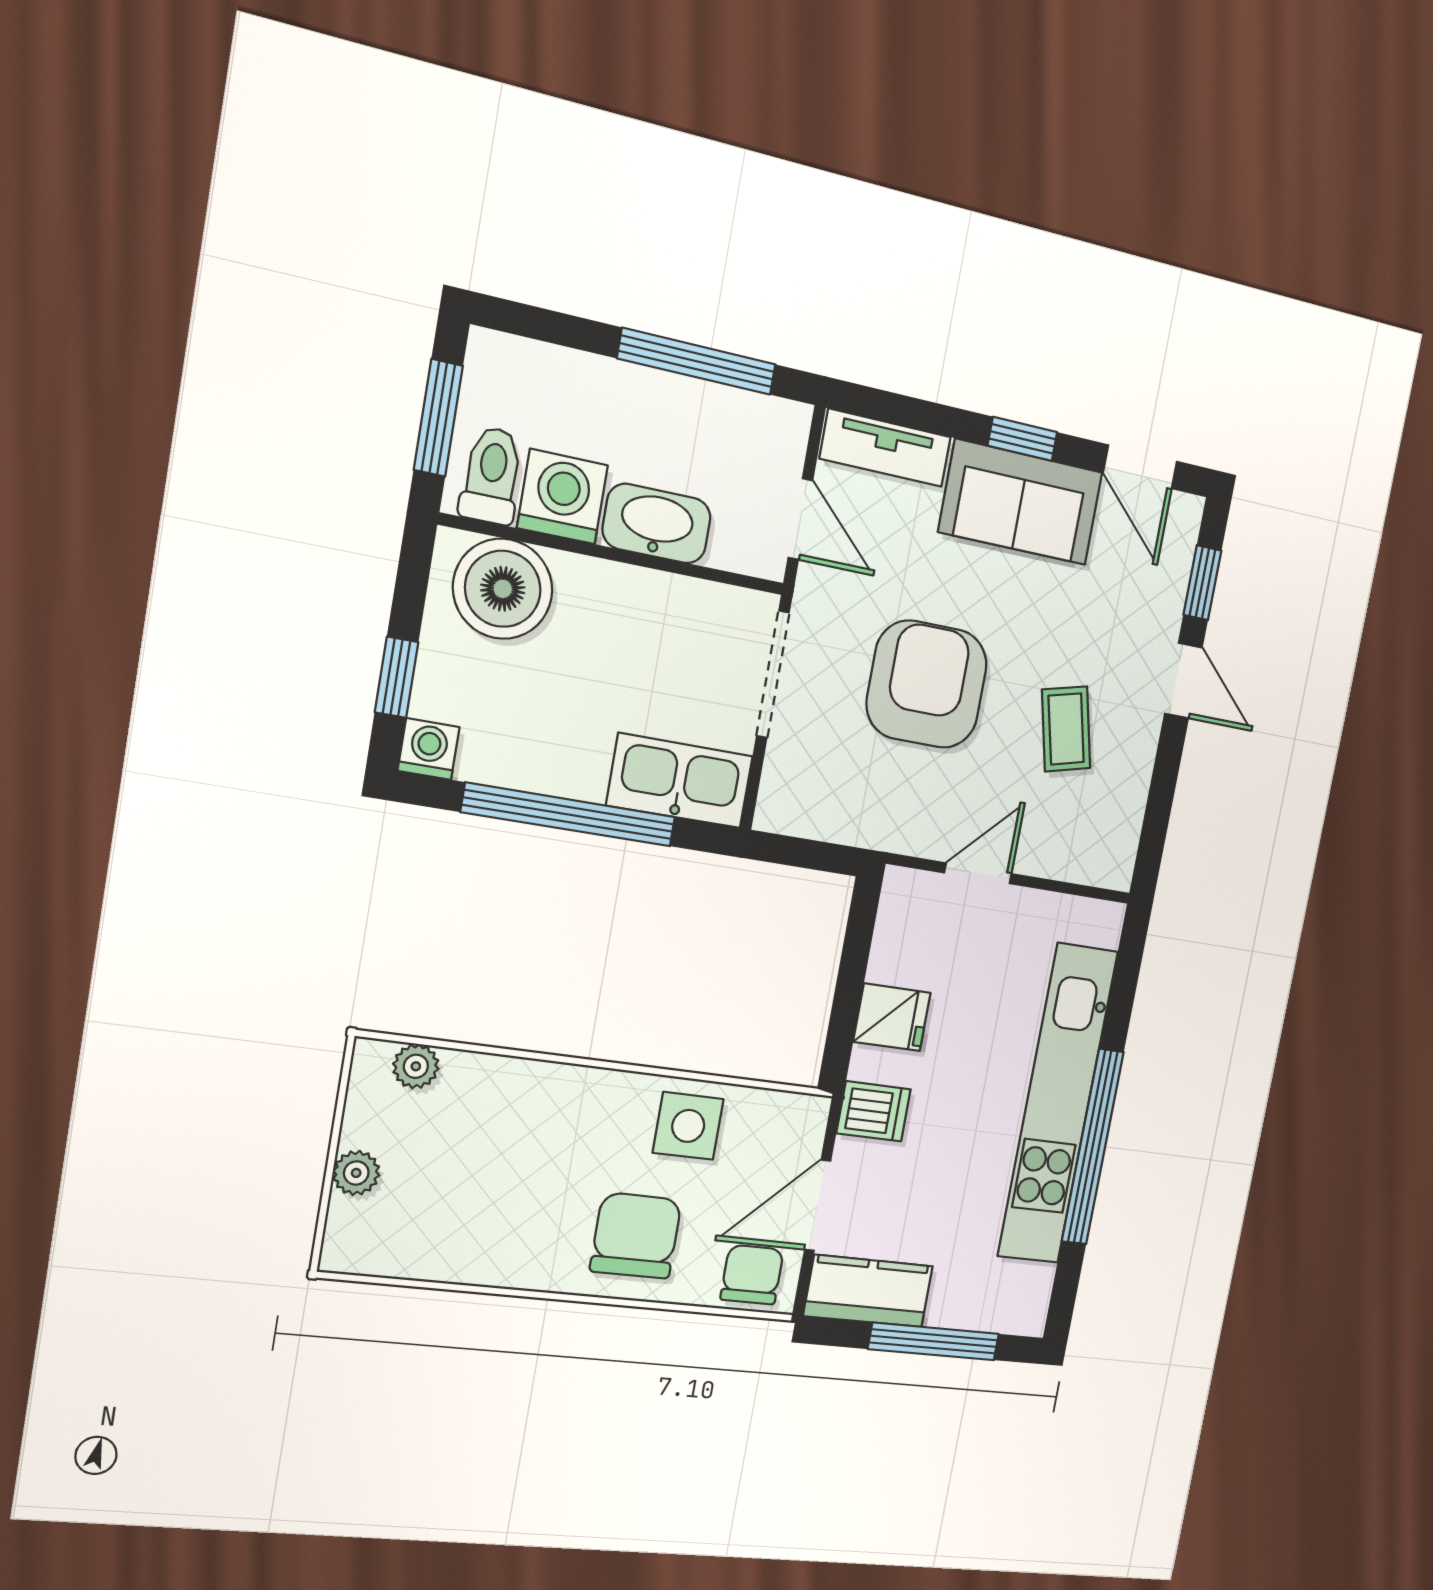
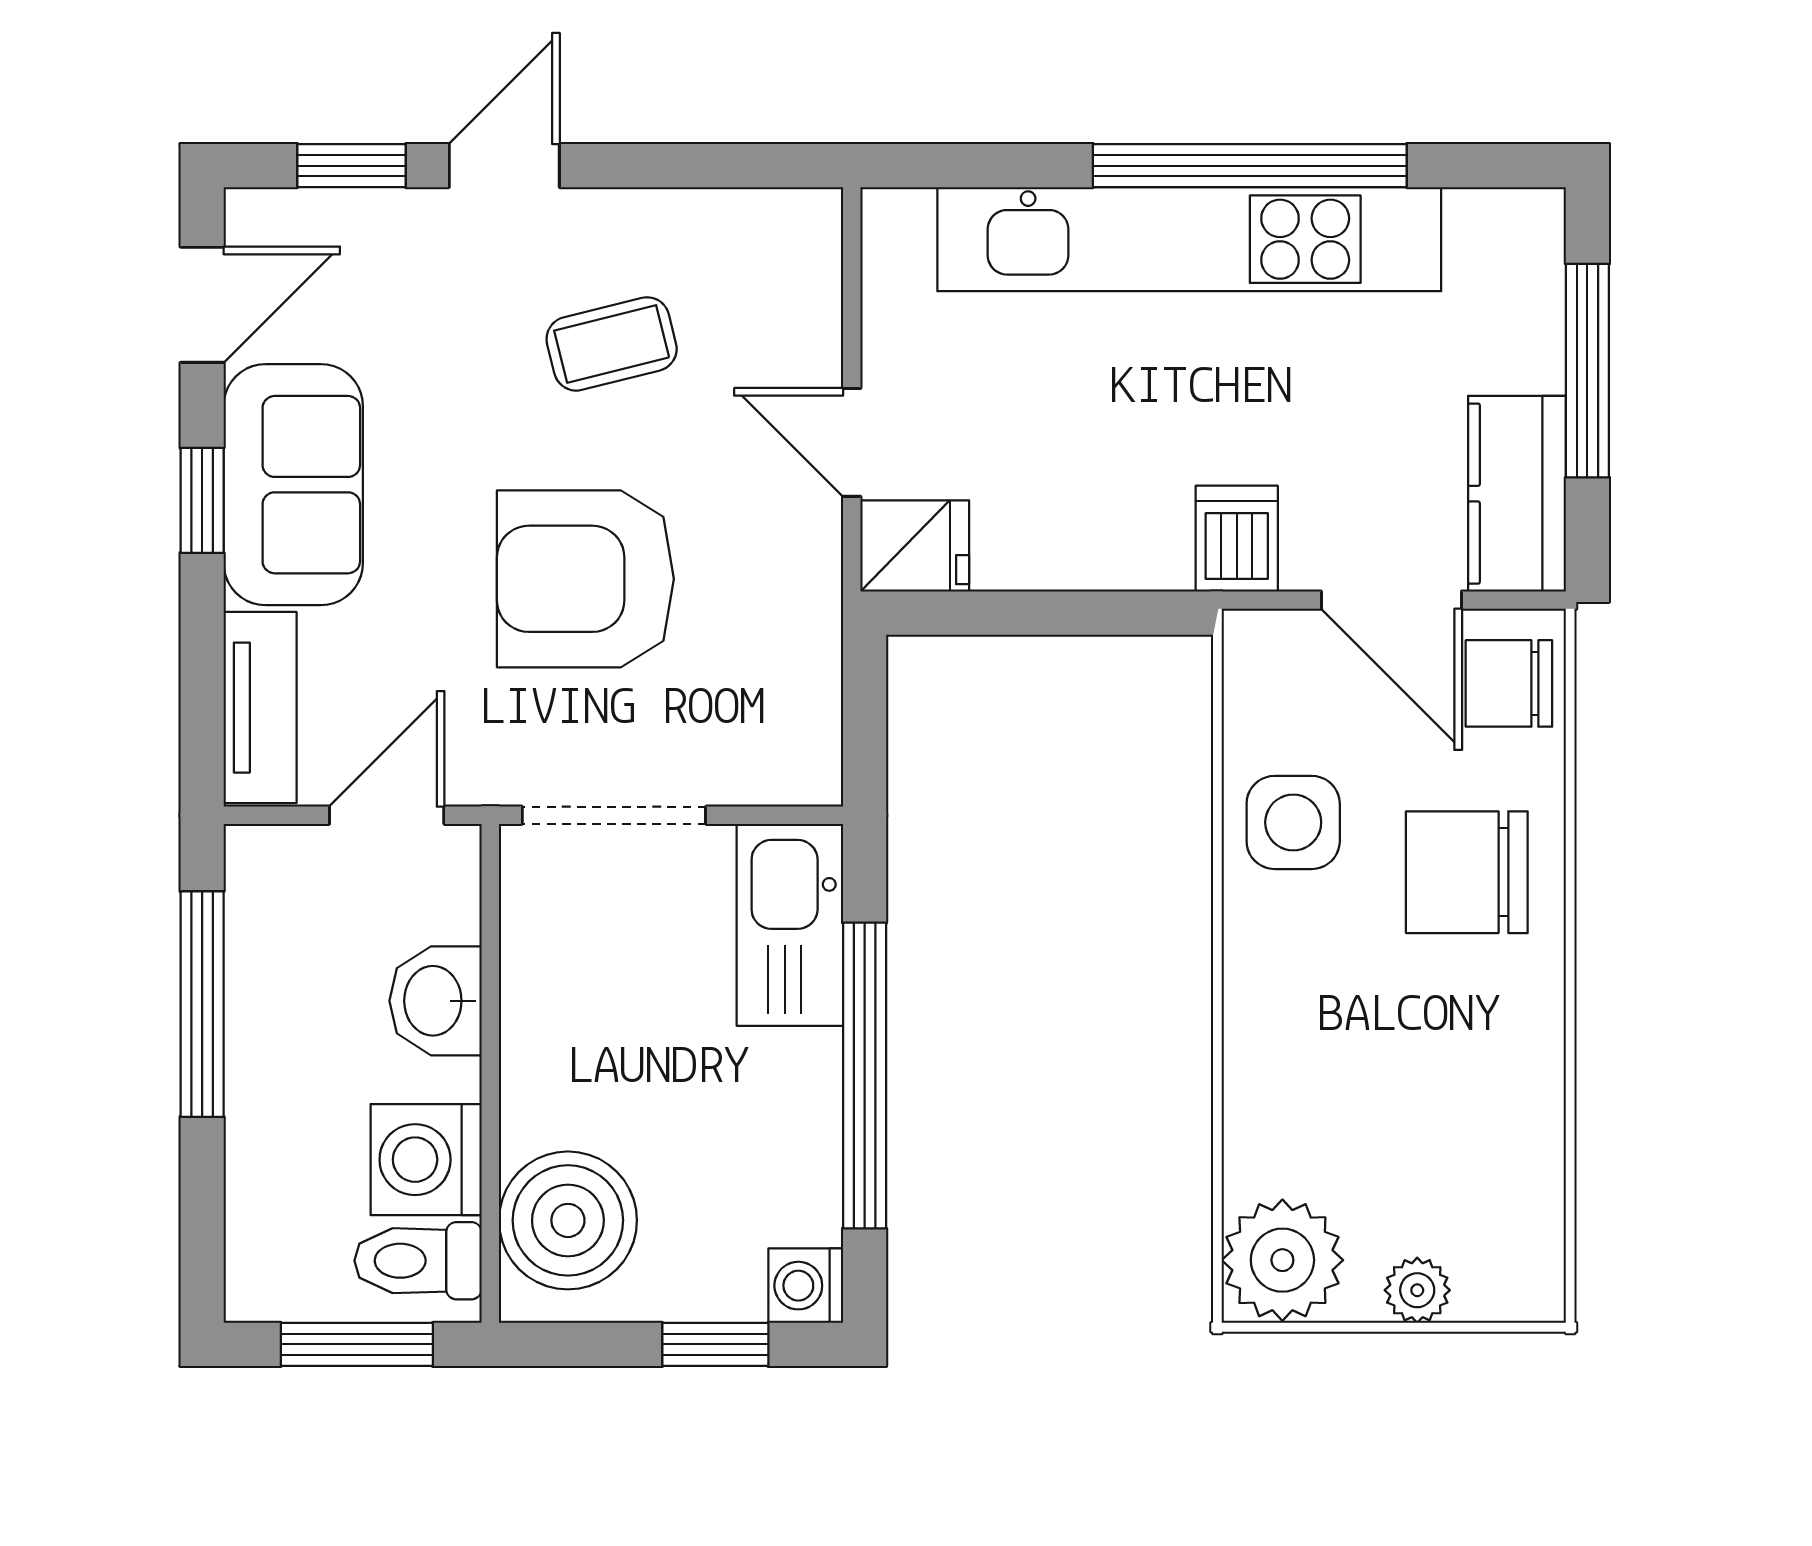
washbasin: (657, 524) -> (436, 1001), width x0.72
fridge: (892, 1017) -> (915, 546), moved, turned 90
plant: (416, 1066) -> (1282, 1260), width x1.87, depth x1.87

